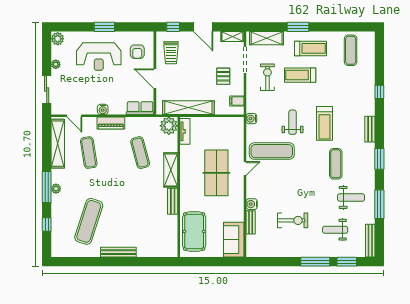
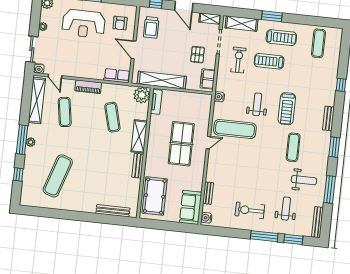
filing cabinet: (237, 101) -> (208, 79), width x2.00
water cooler: (103, 109) -> (39, 69), moved
water cooler: (252, 204) -> (206, 218), moved
exercise bike: (293, 220) -> (250, 210), moved, turned 180
weight bench: (335, 230) -> (286, 209), turned 90
bench: (118, 252) -> (113, 211), moved

